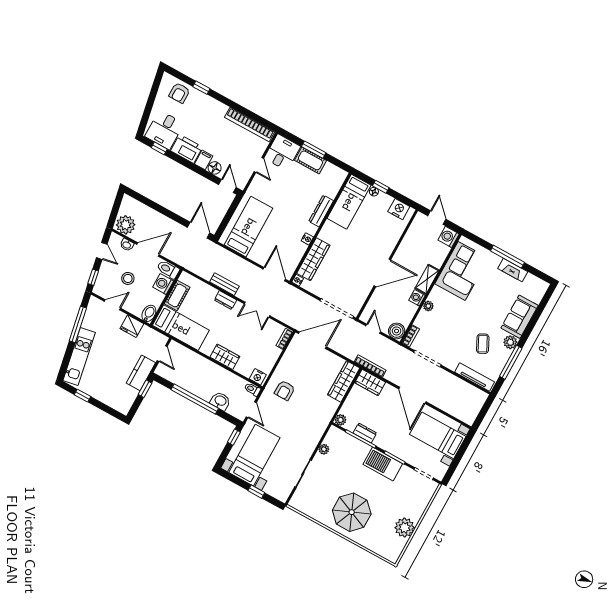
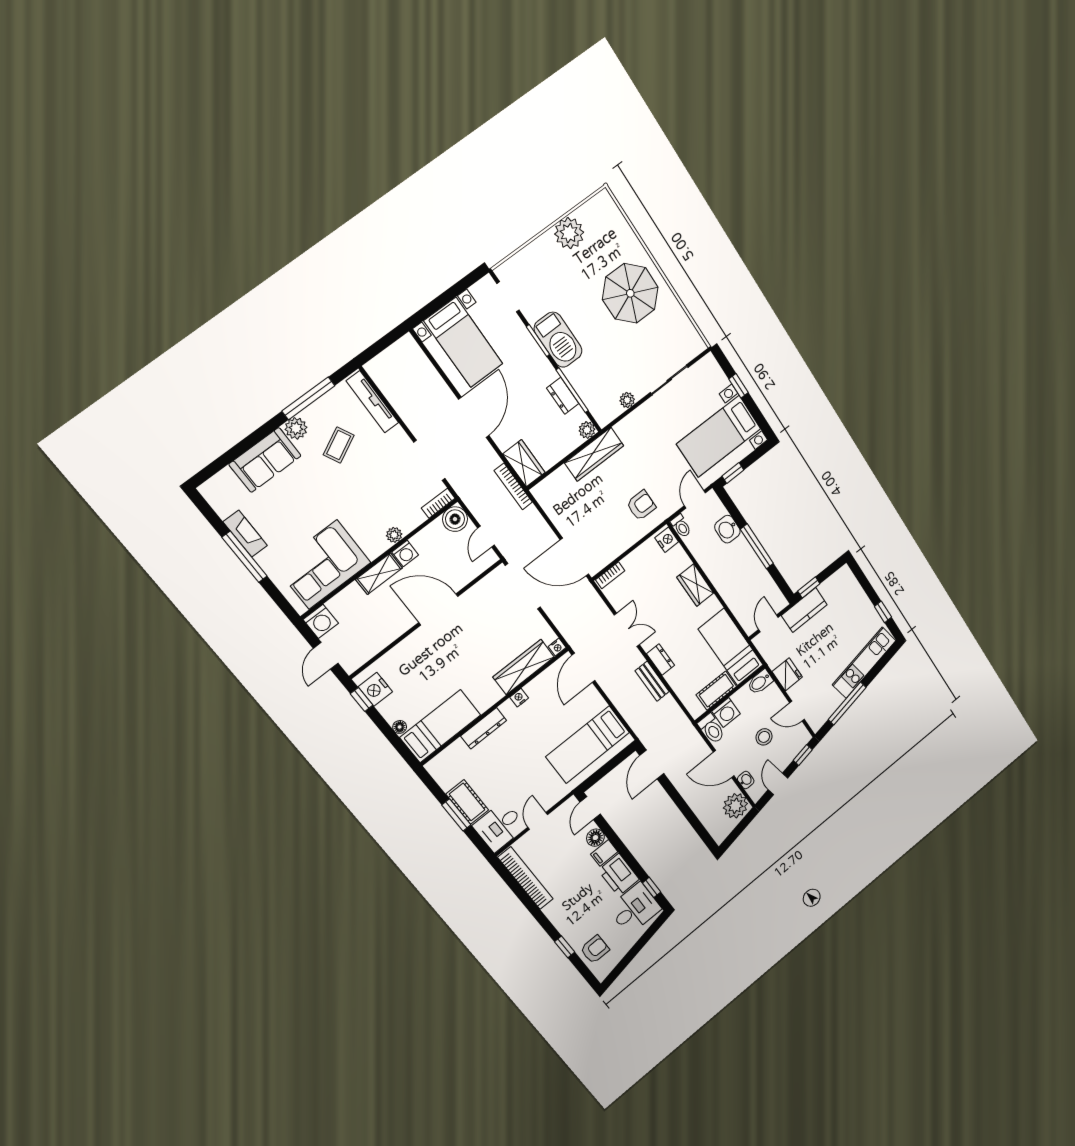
window: (381, 187) -> (362, 699), moved
wardrobe: (344, 381) -> (594, 454), moved
window: (195, 399) -> (757, 546), width x0.68

